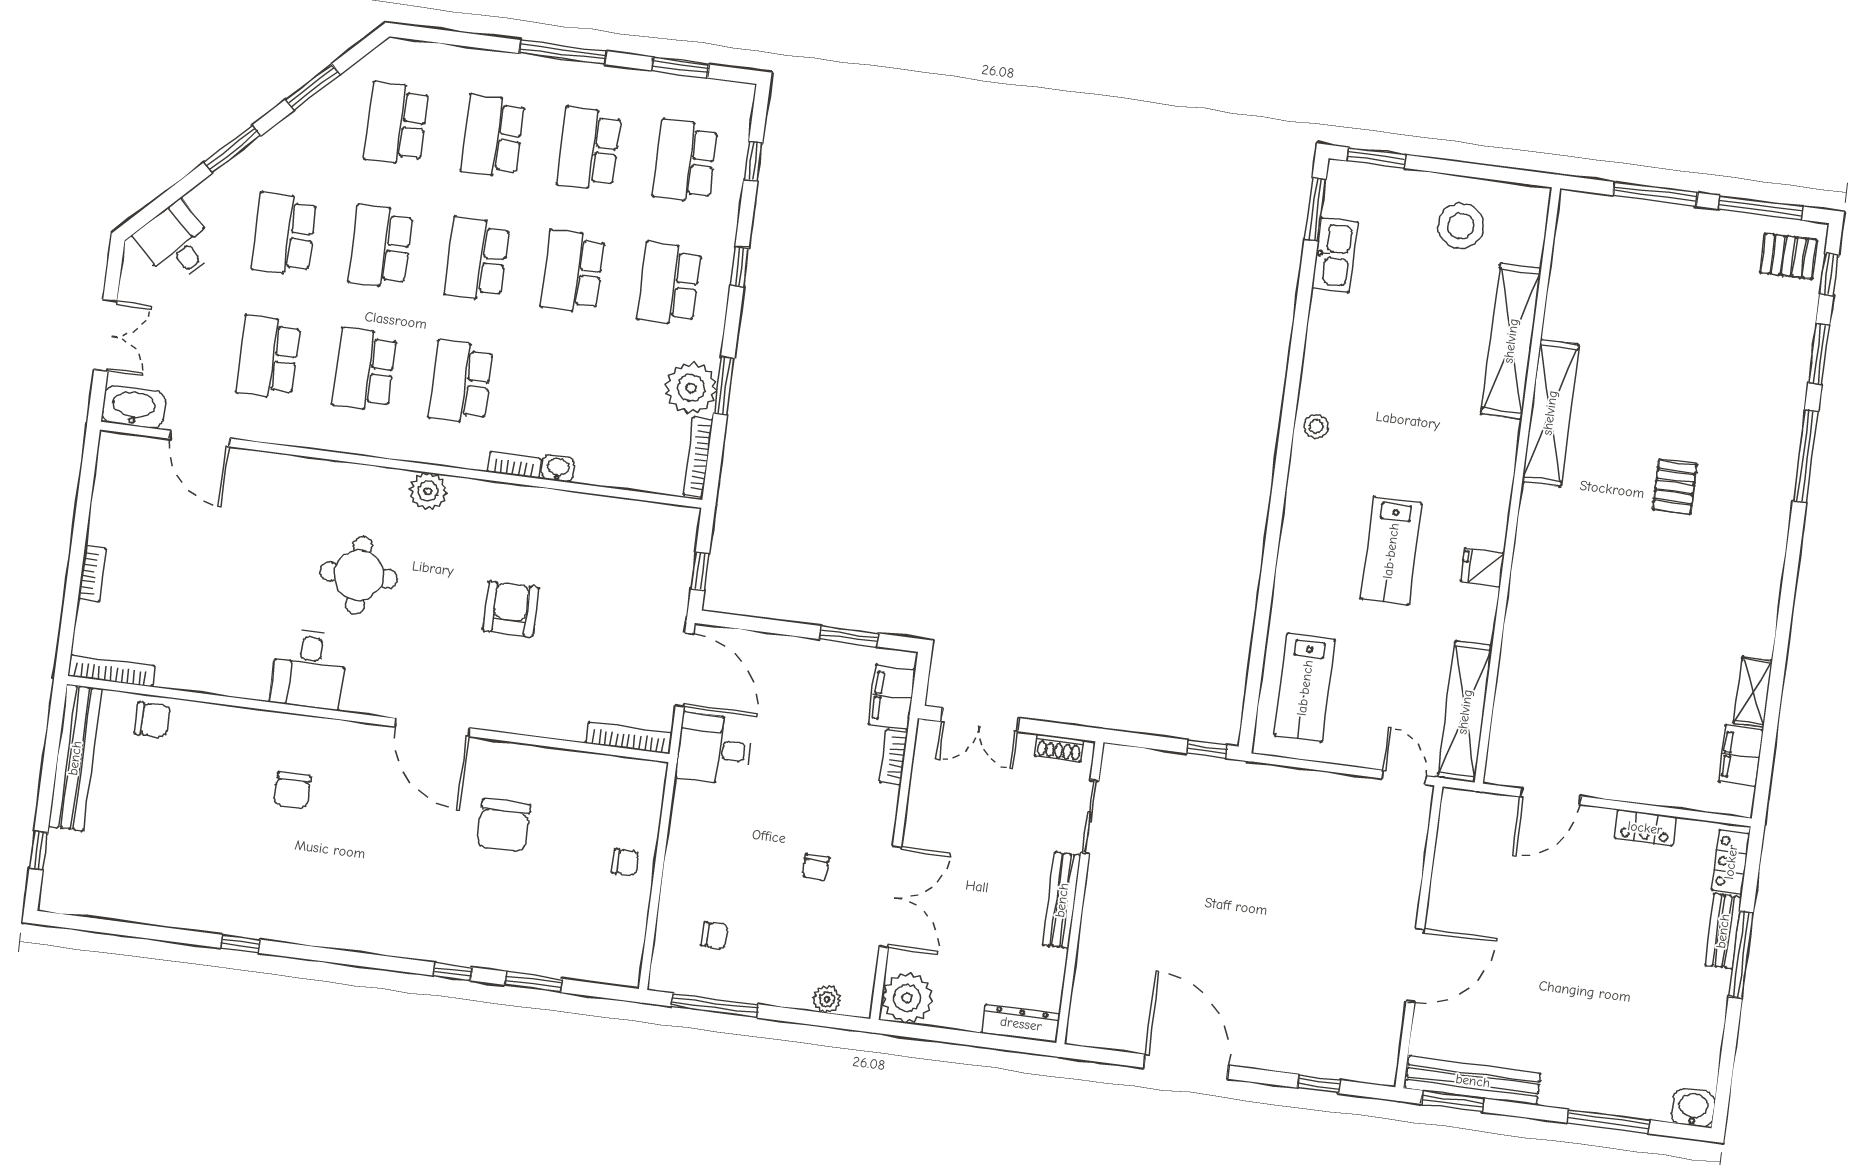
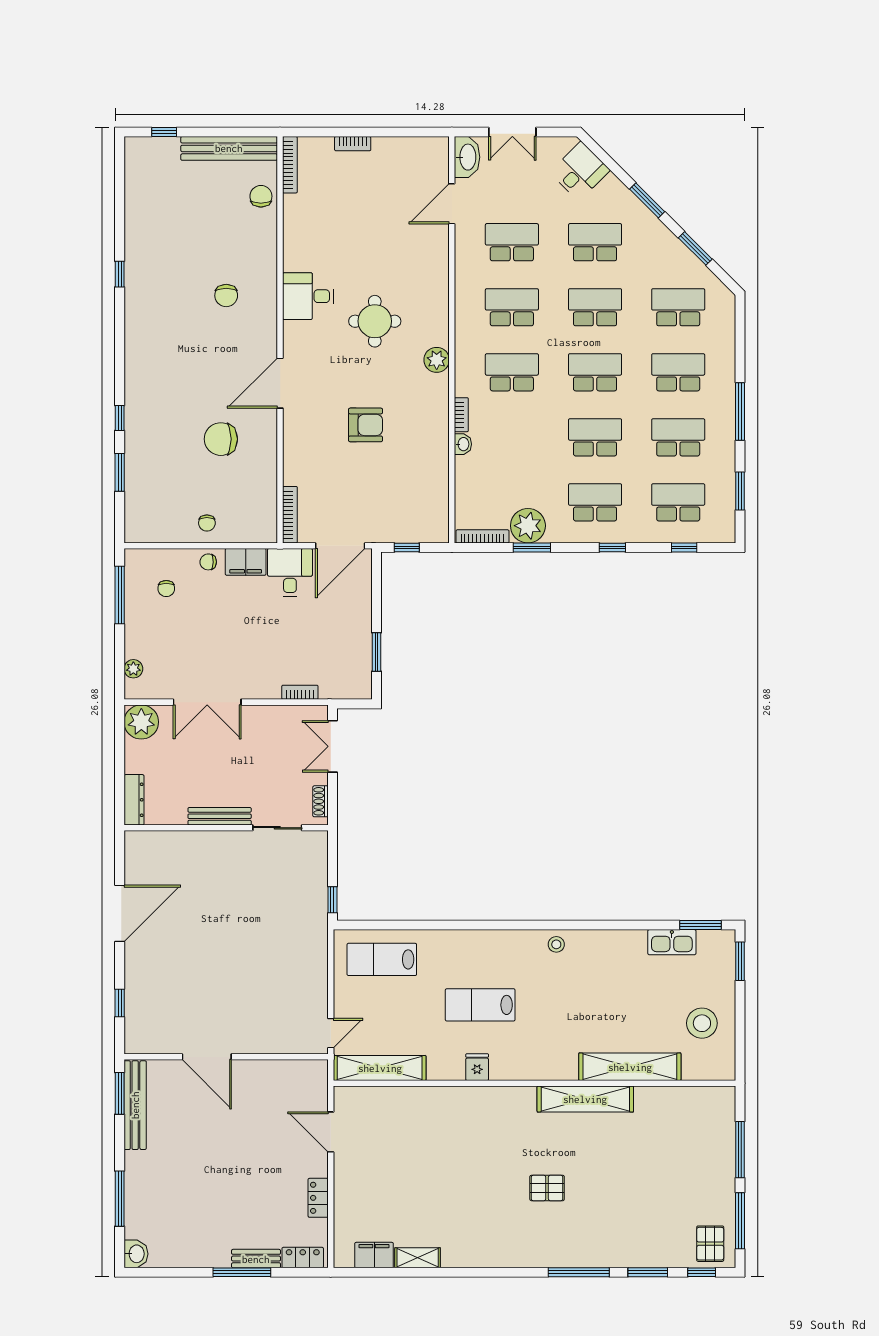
filing cabinet: (892, 697) -> (246, 562), moved, turned 180
chair: (152, 720) -> (261, 196), turned 180
chair: (292, 790) -> (226, 296), turned -90
chair: (816, 868) -> (208, 562), moved

